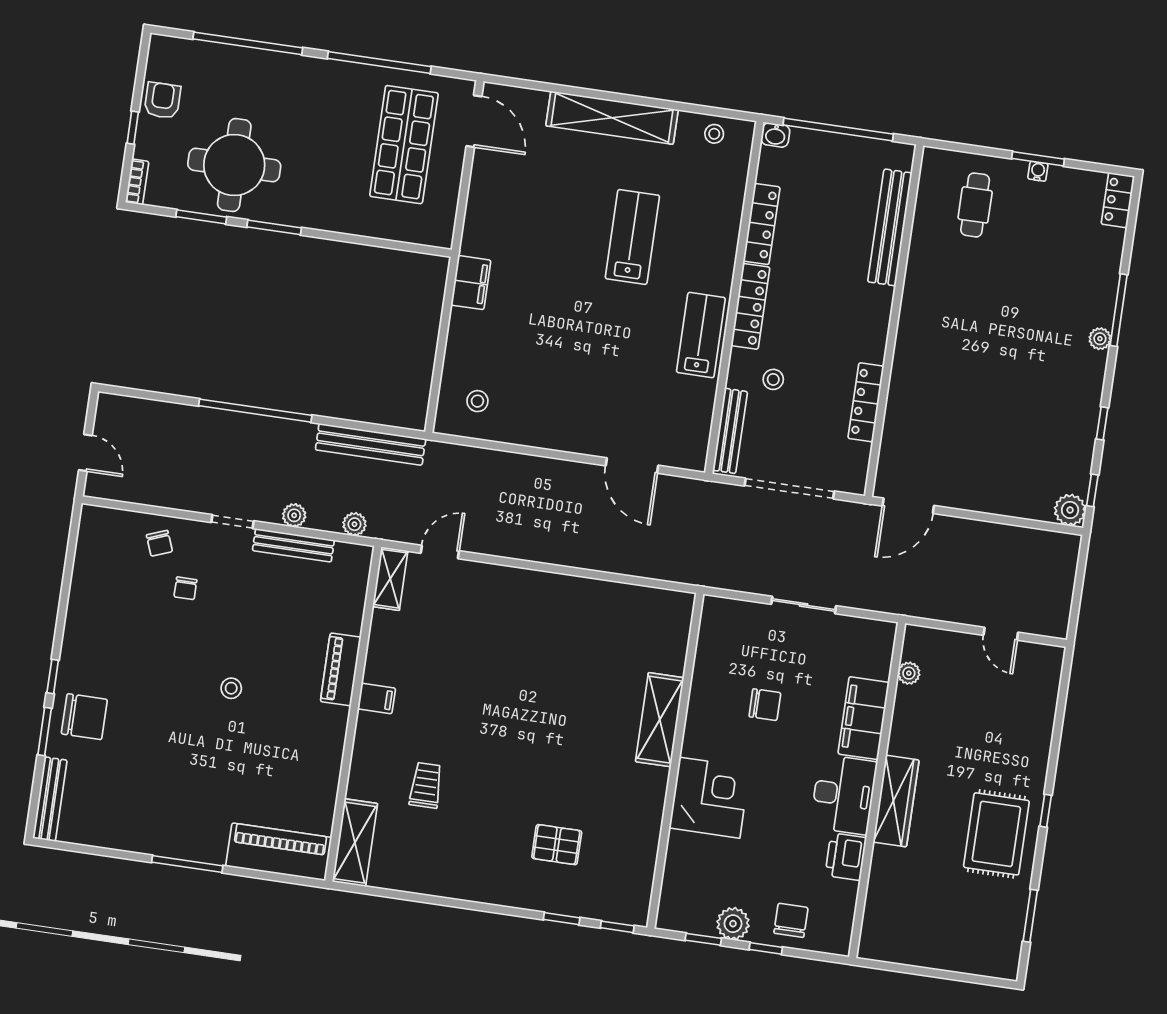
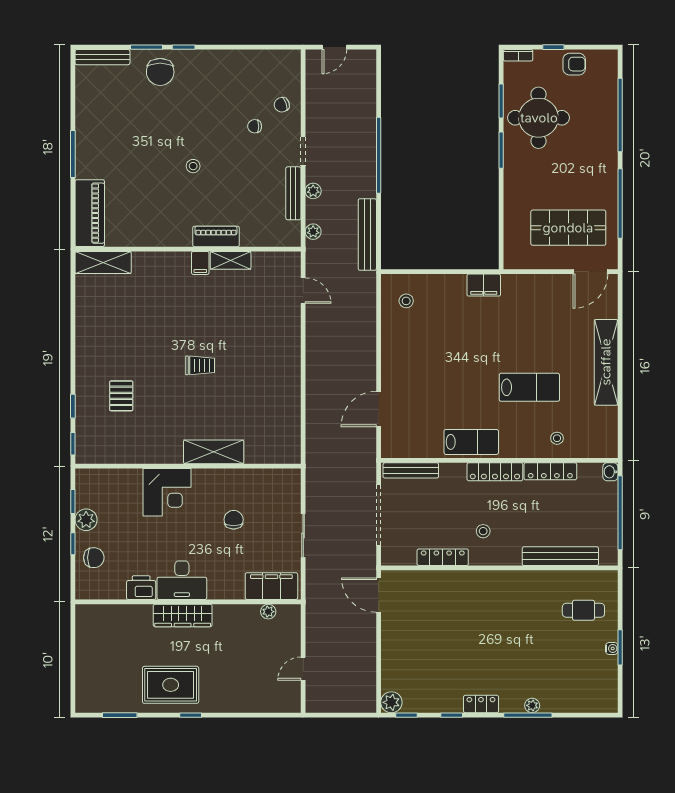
stool: (714, 134) -> (557, 438), moved
locker: (1118, 200) -> (481, 704), moved
plant: (1100, 339) -> (532, 705), moved
stool: (773, 379) -> (483, 531), moved
shelving: (390, 579) -> (231, 260), moved
chair: (765, 705) -> (234, 520), turned 180
filing cabinet: (864, 718) -> (271, 586), moved
trolley: (426, 785) -> (200, 365), moved

